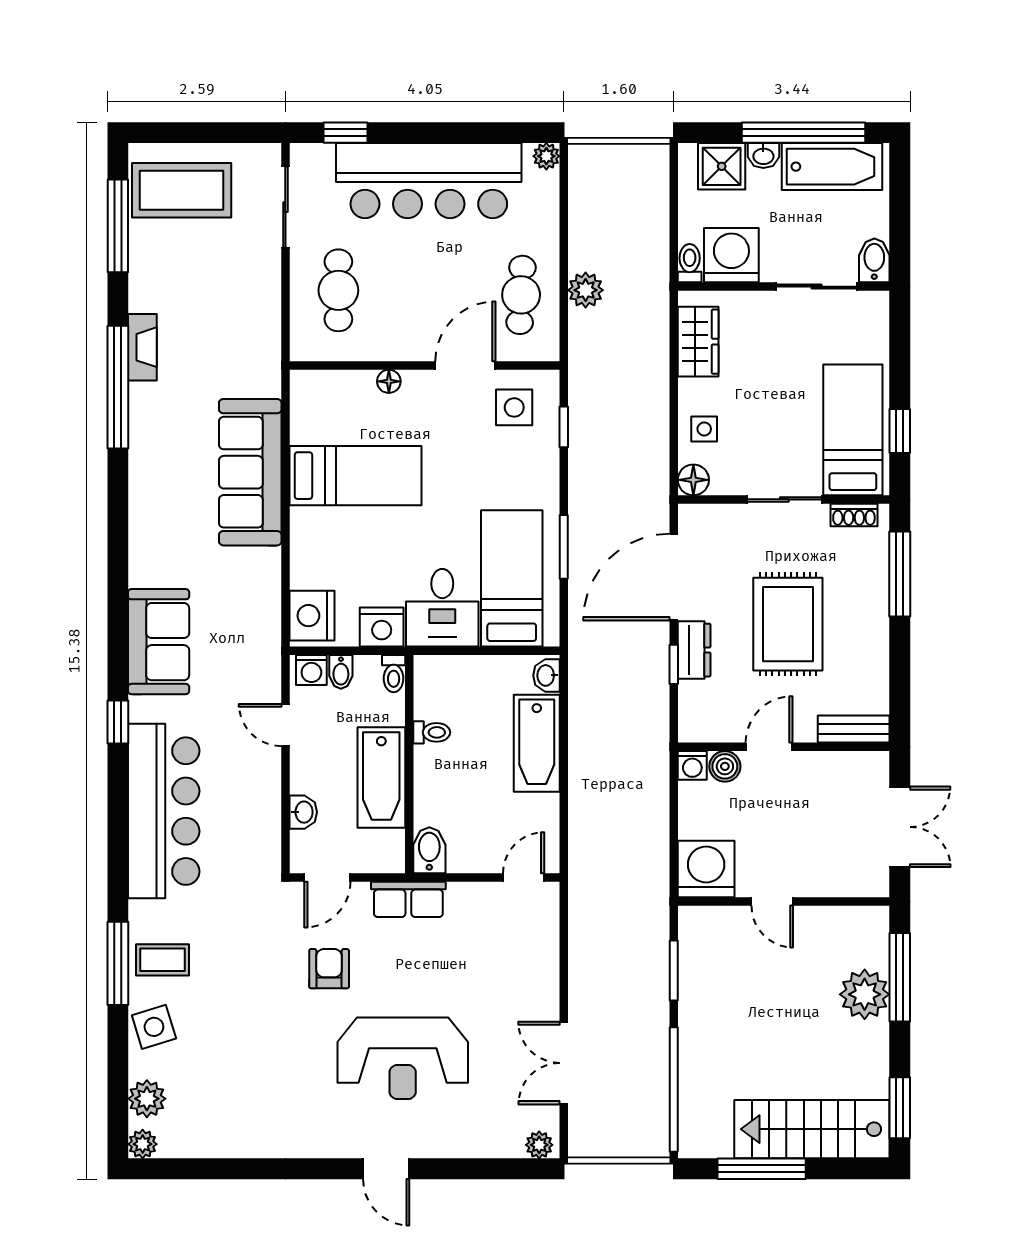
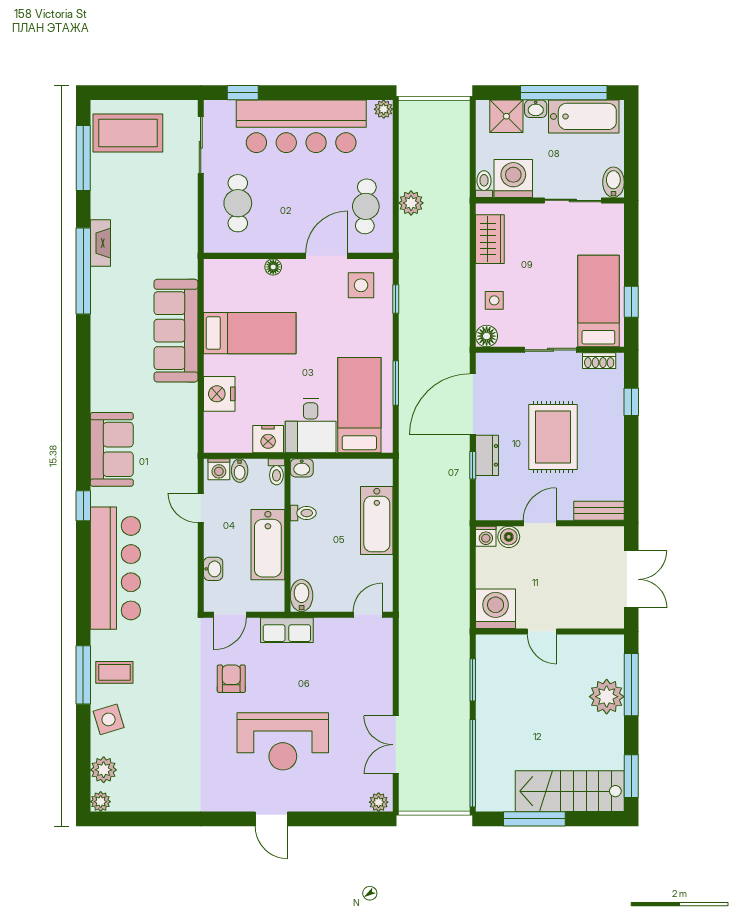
window: (900, 574) -> (631, 402), width x0.46
nightstand: (312, 616) -> (219, 394), moved
washbasin: (546, 675) -> (302, 468), moved, turned -90

